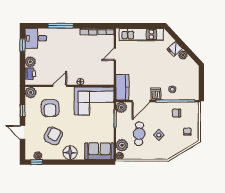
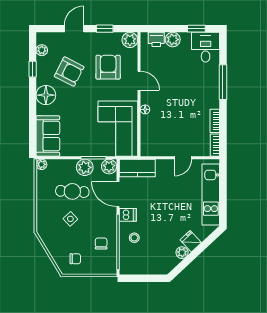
door: (115, 54) -> (183, 158), swing flipped
armchair: (50, 108) -> (108, 67), turned 90
plant: (122, 145) -> (85, 167), moved
window: (37, 162) -> (33, 69), moved

